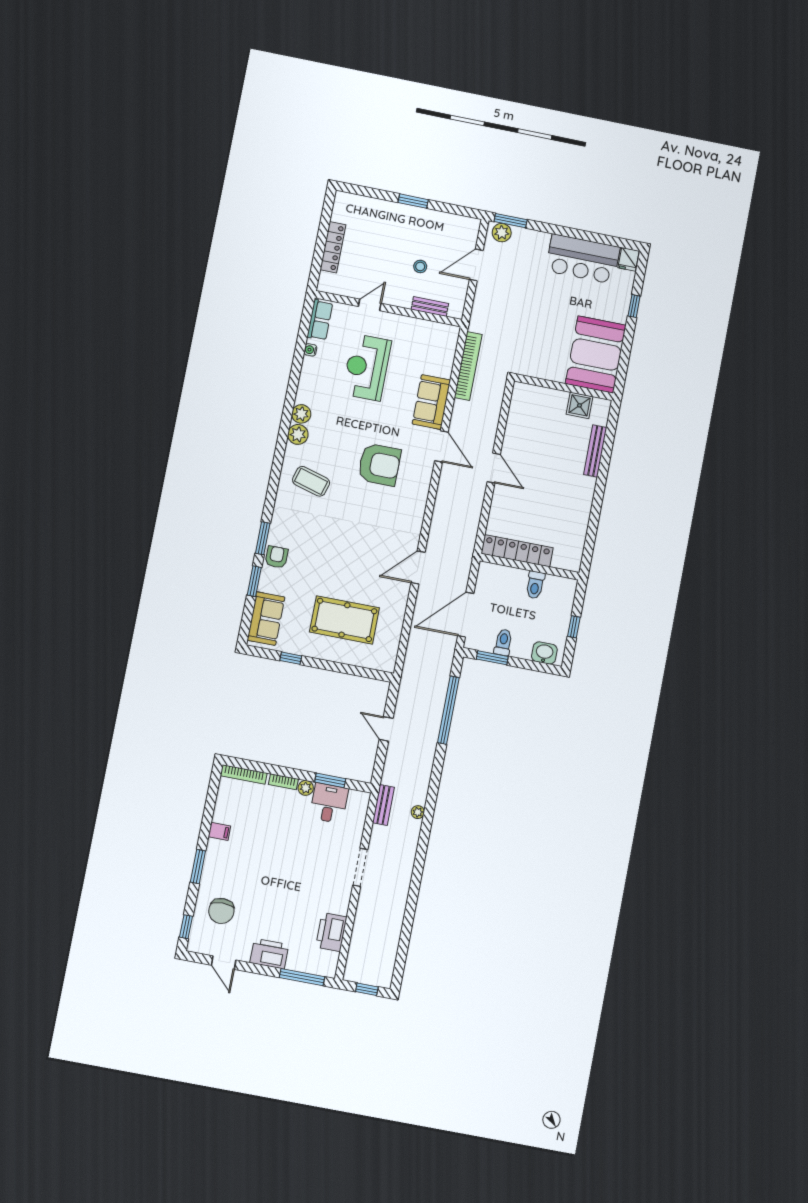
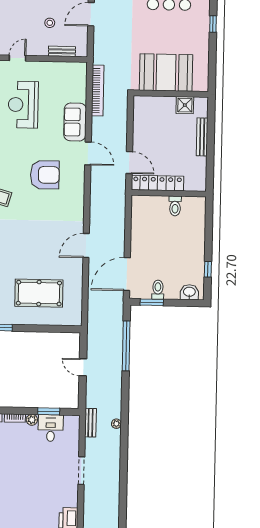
booth: (596, 355) -> (166, 73), moved, turned 90
locker: (517, 551) -> (157, 183), moved
wall: (530, 567) -> (169, 193), moved
toilet: (535, 585) -> (175, 206), moved

